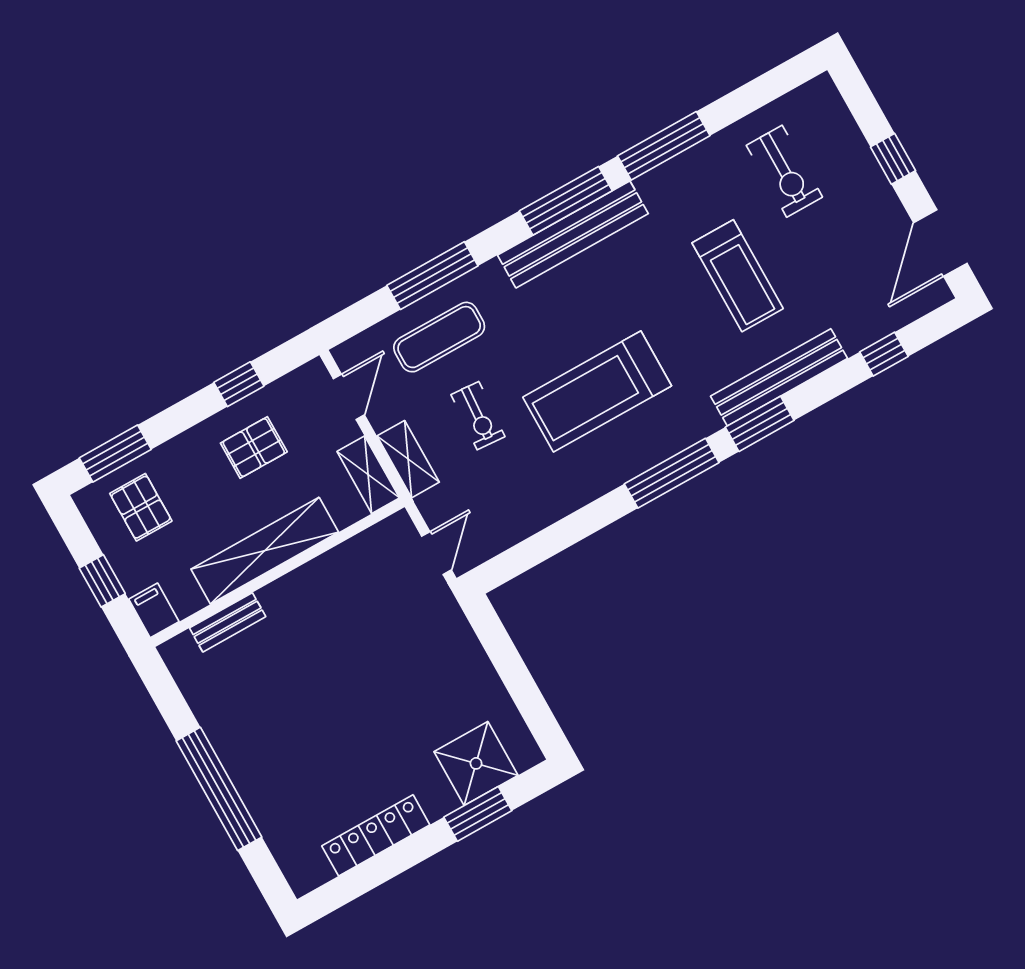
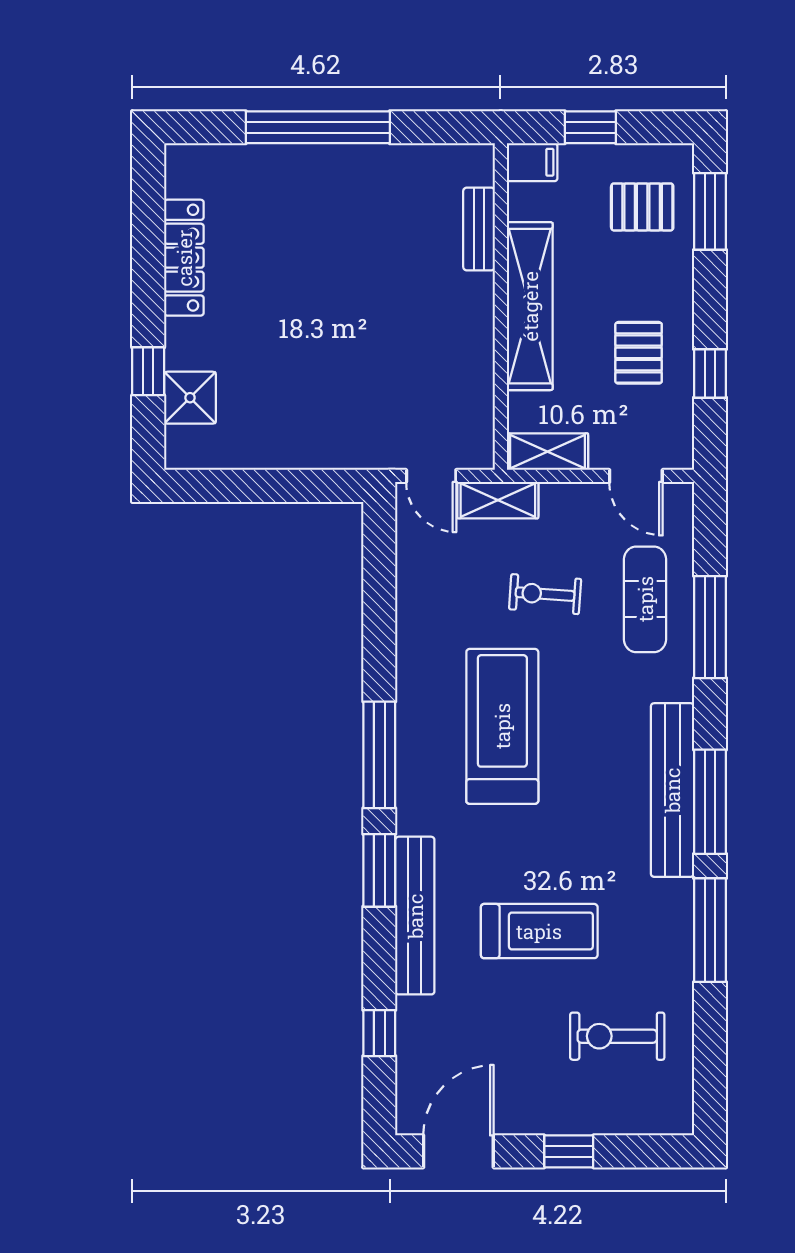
door: (940, 243) -> (458, 1151), hinge flipped
treadmill: (738, 276) -> (539, 931), turned 180
shelving: (408, 459) -> (498, 500), moved
shower: (476, 763) -> (190, 398), width x0.73, depth x0.73
window: (478, 814) -> (148, 371), width x0.67

